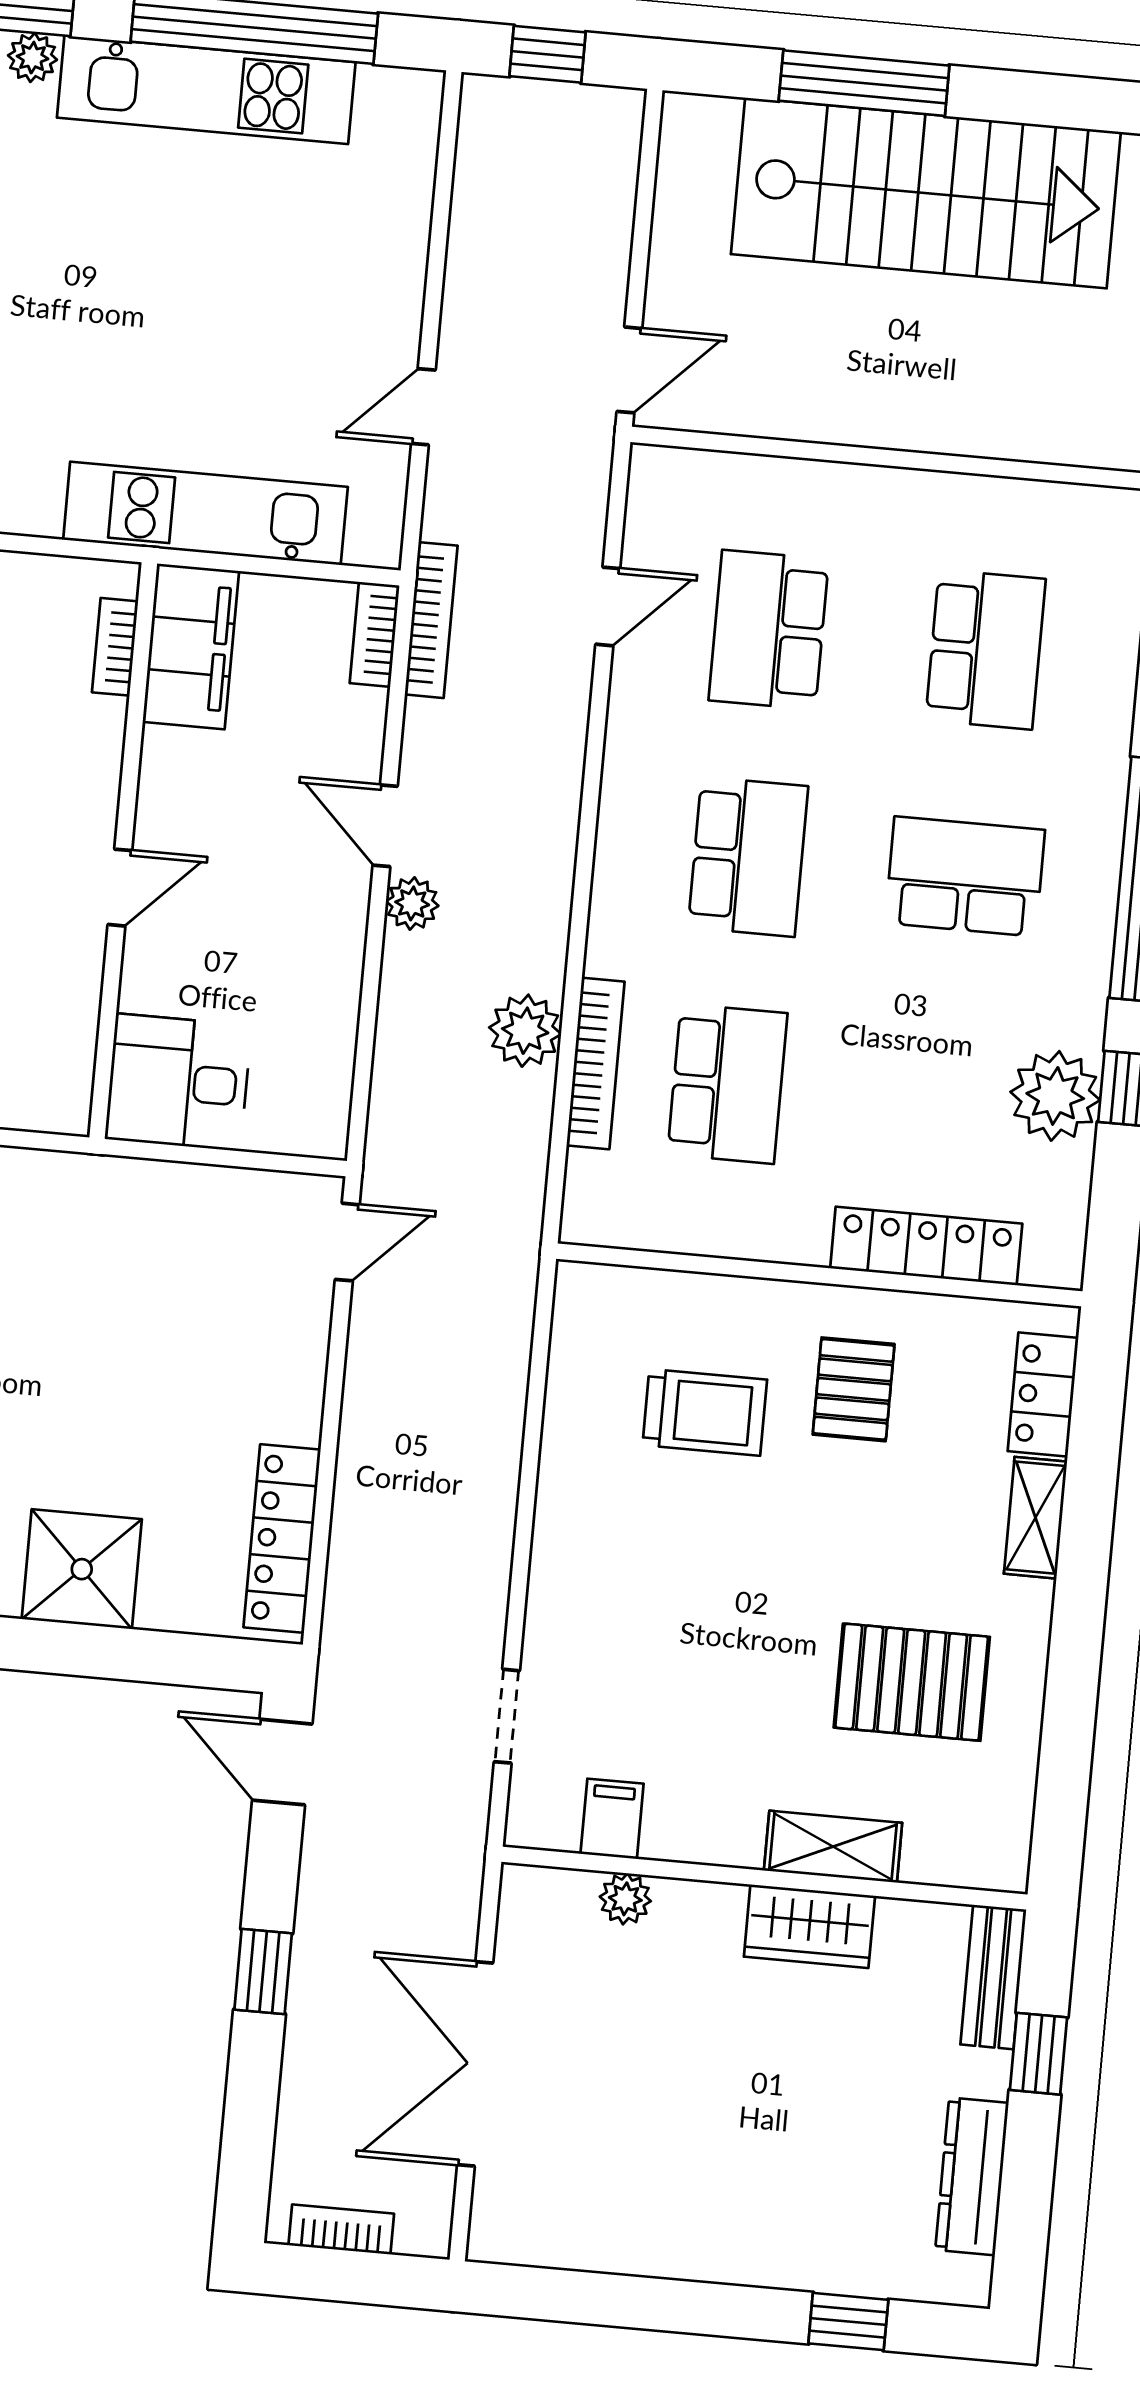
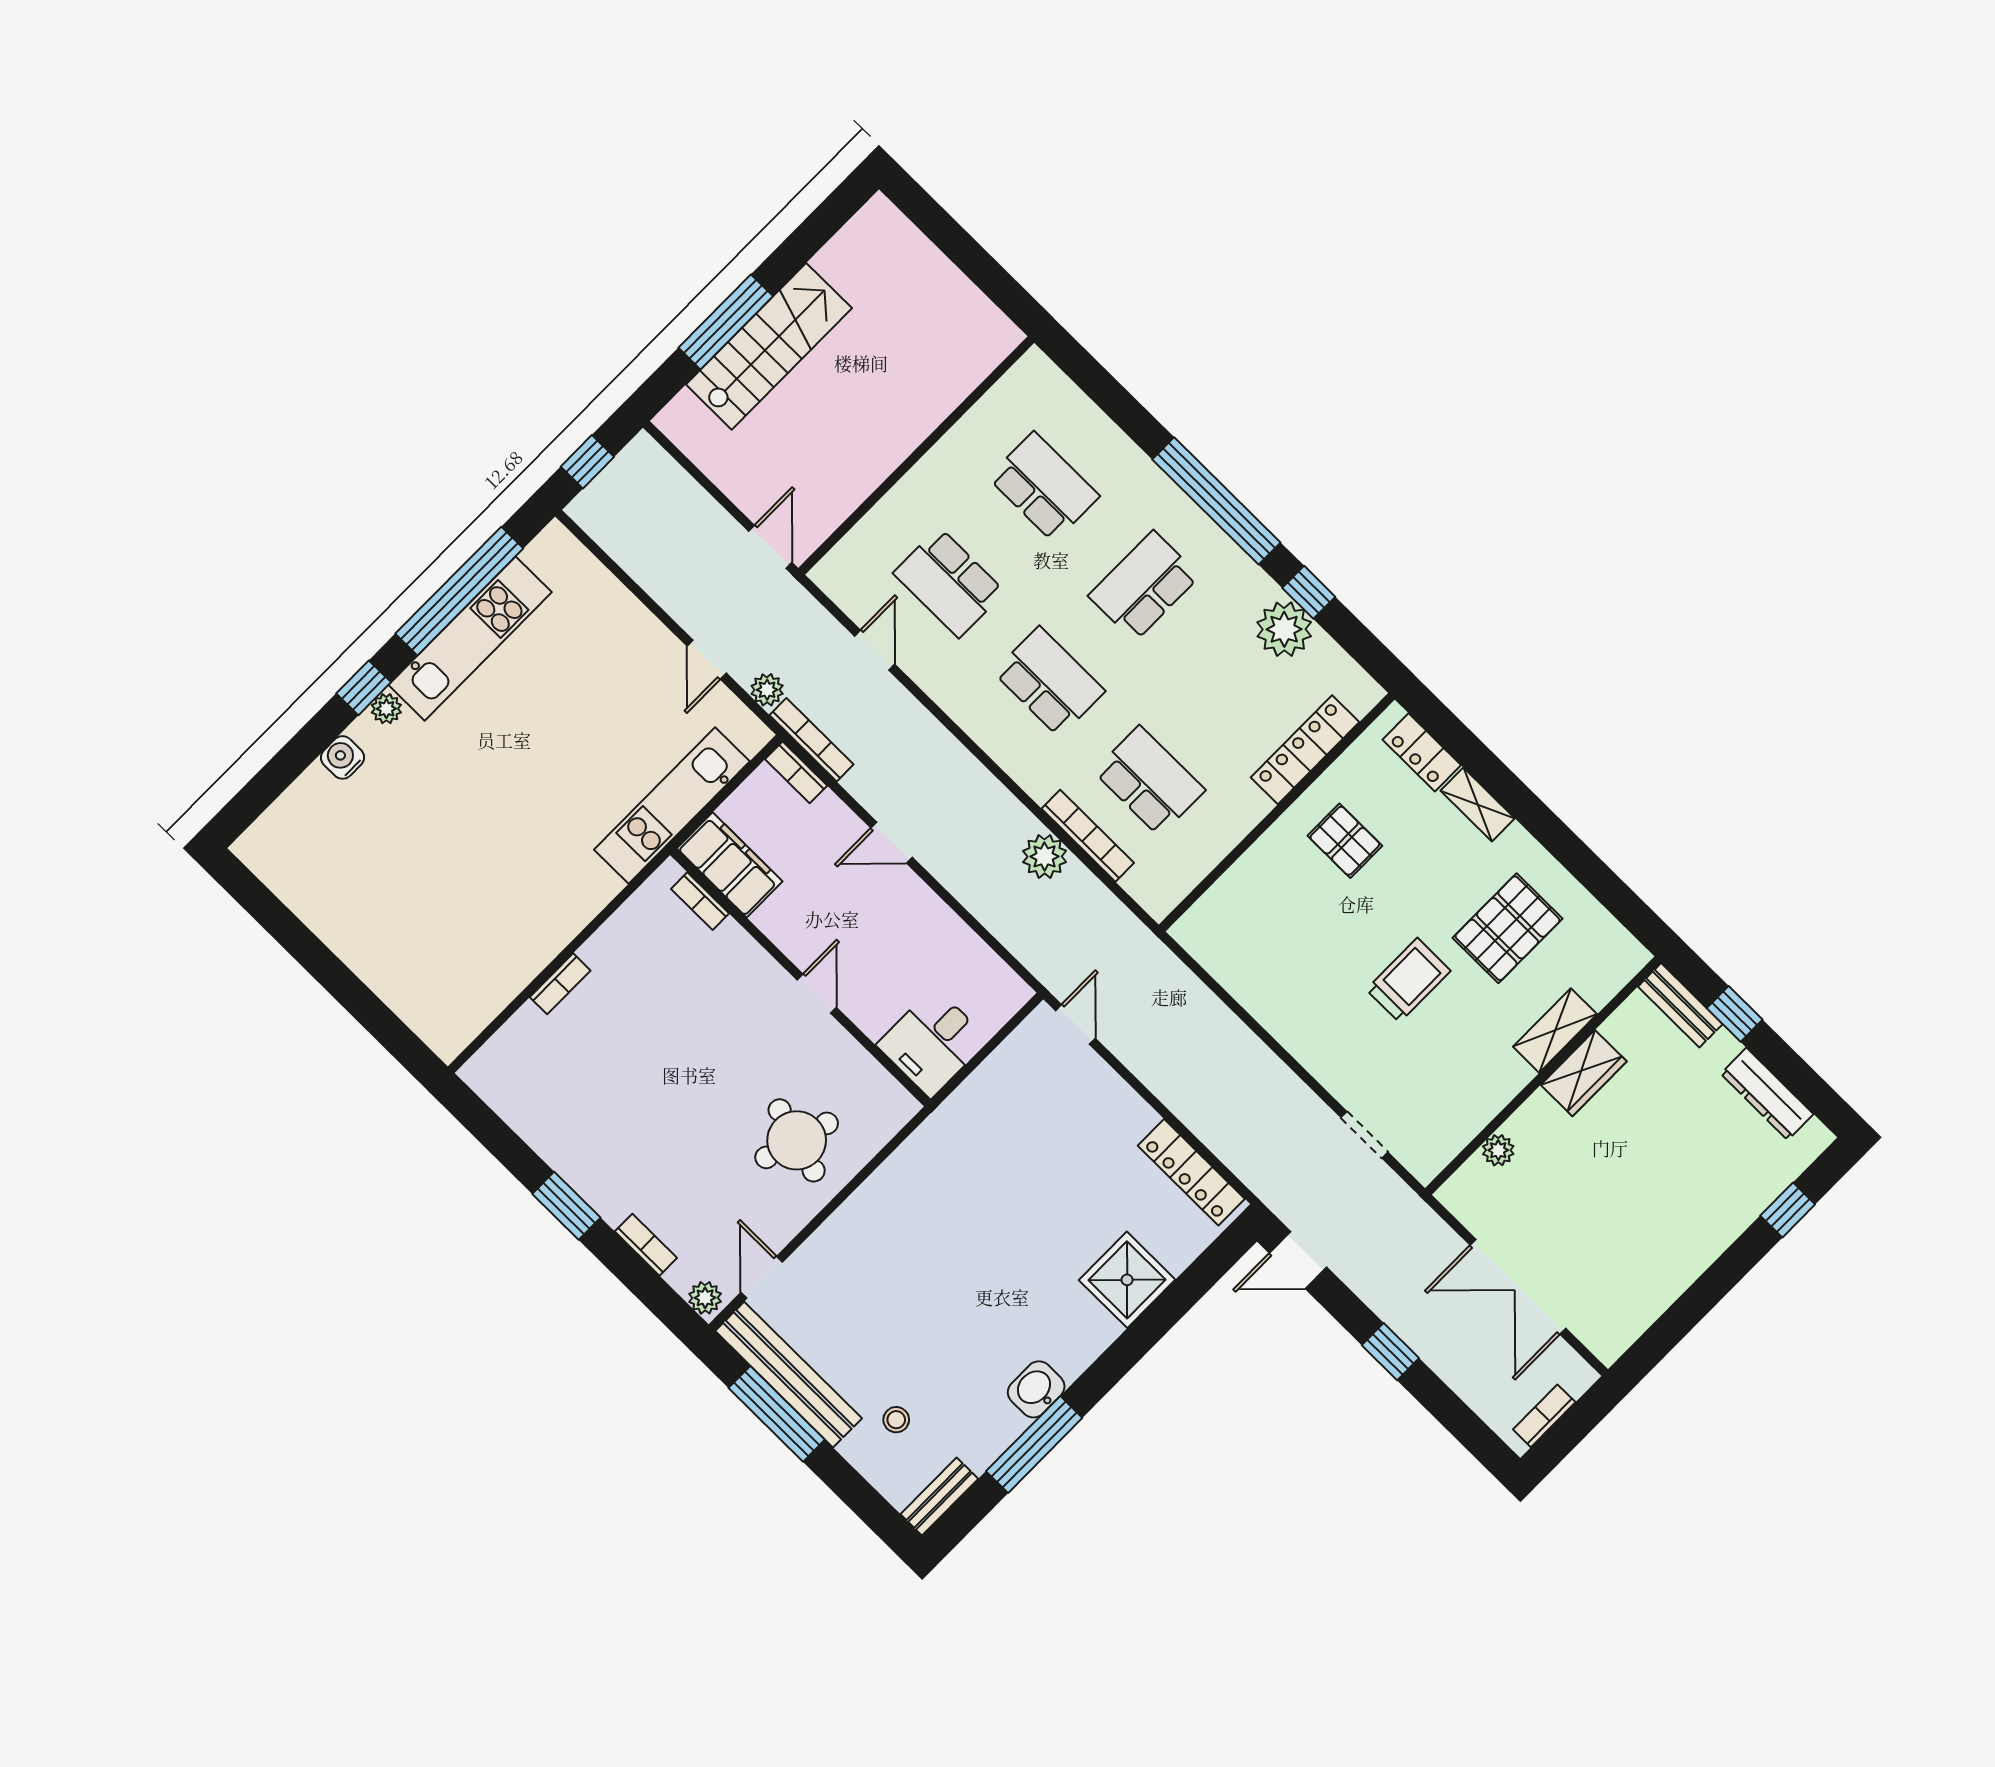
stairs: (926, 193) -> (769, 346), width x0.73, depth x0.66
plant: (412, 903) -> (767, 690), moved
trolley: (705, 1412) -> (1408, 980), moved
filing cabinet: (612, 1819) -> (1455, 1125), removed

